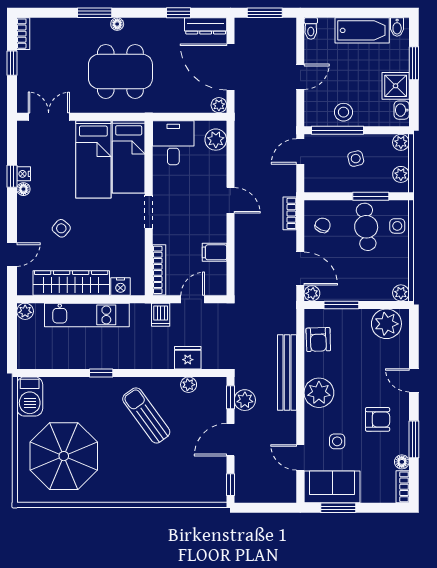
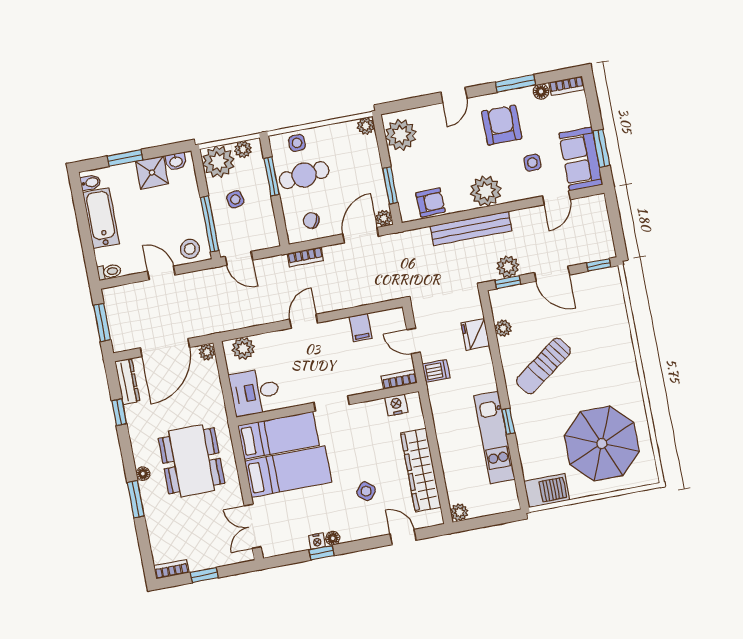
stool: (343, 112) -> (190, 249), moved
plant: (401, 142) -> (218, 162), width x1.88, depth x1.88
bookcase: (159, 270) -> (399, 380), width x0.64
nightstand: (120, 286) -> (396, 405), moved, turned -90
kitchen unit: (87, 315) -> (494, 438), moved, turned 180
armchair: (378, 419) -> (502, 125), width x1.38, depth x1.38

